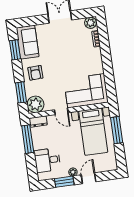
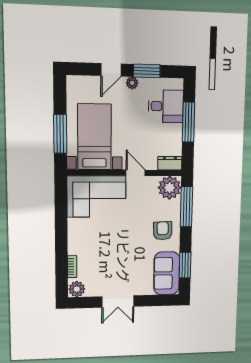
window: (21, 92) -> (186, 207), width x1.44
window: (28, 139) -> (189, 122), moved

